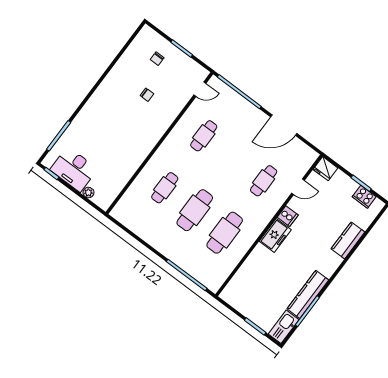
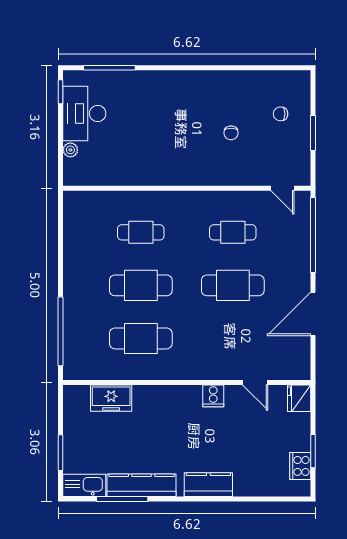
door: (284, 125) -> (313, 314), hinge flipped
cafe table: (264, 181) -> (233, 285), moved, width x1.37, depth x1.35
freezer: (275, 235) -> (111, 398), moved
kitchen counter: (348, 240) -> (208, 485), moved

